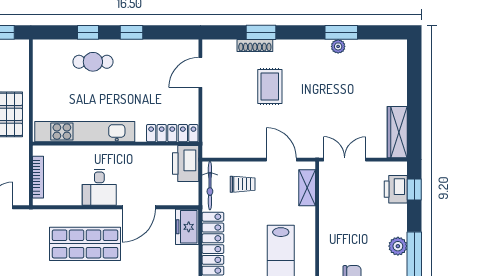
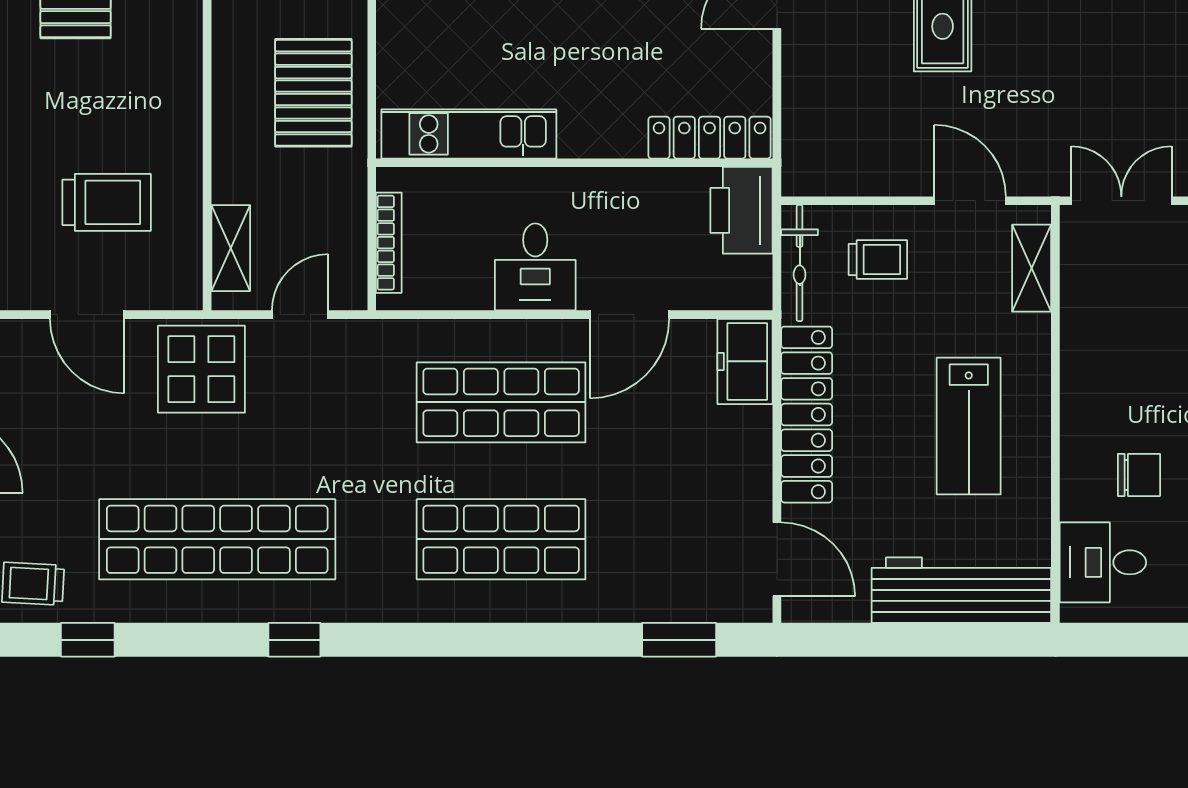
kitchen unit: (85, 132) -> (469, 134), width x0.73

